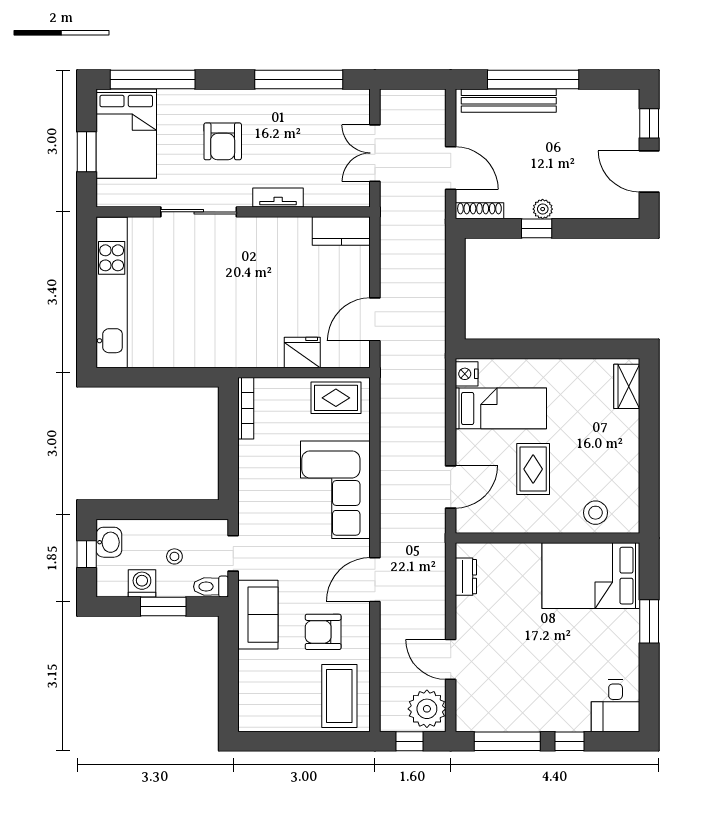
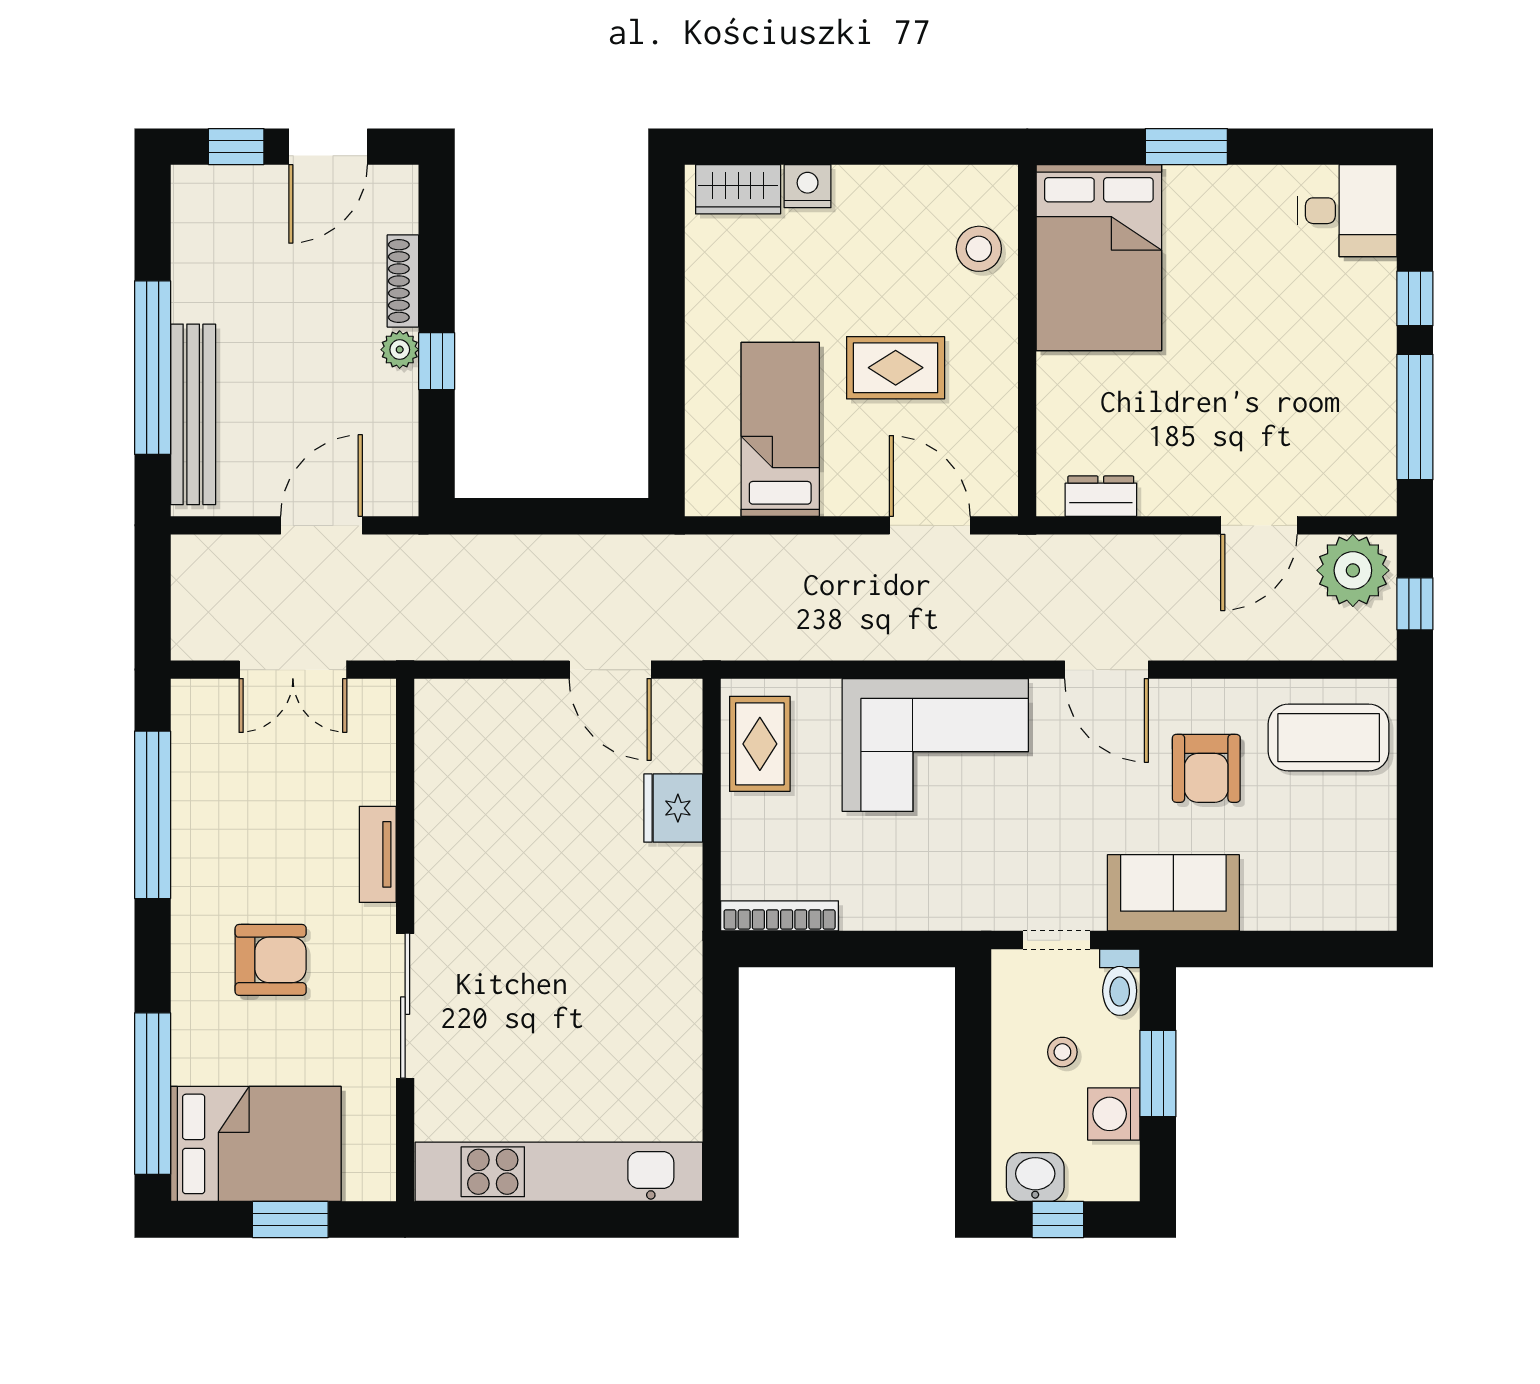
shoe rack: (479, 211) -> (403, 281), moved
kitchen counter: (341, 231) -> (442, 734), removed
nightstand: (467, 374) -> (808, 186), moved, turned 180

